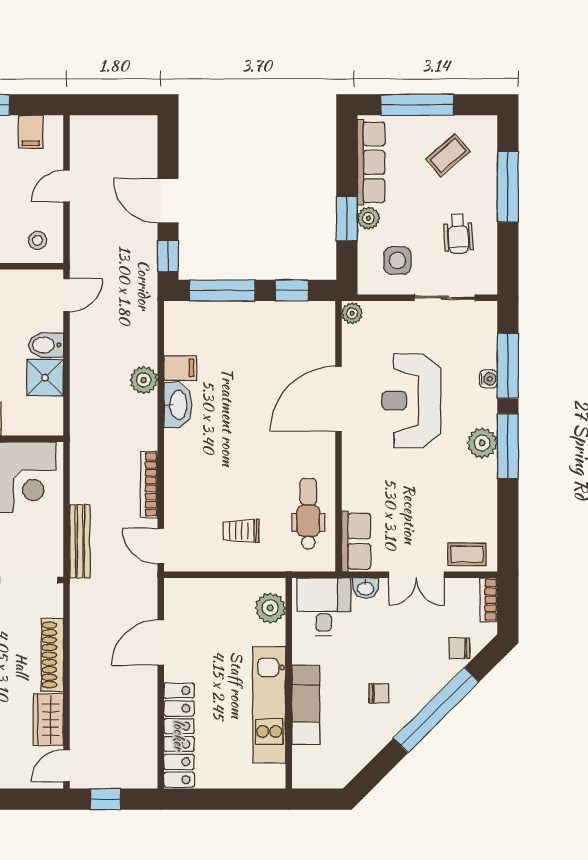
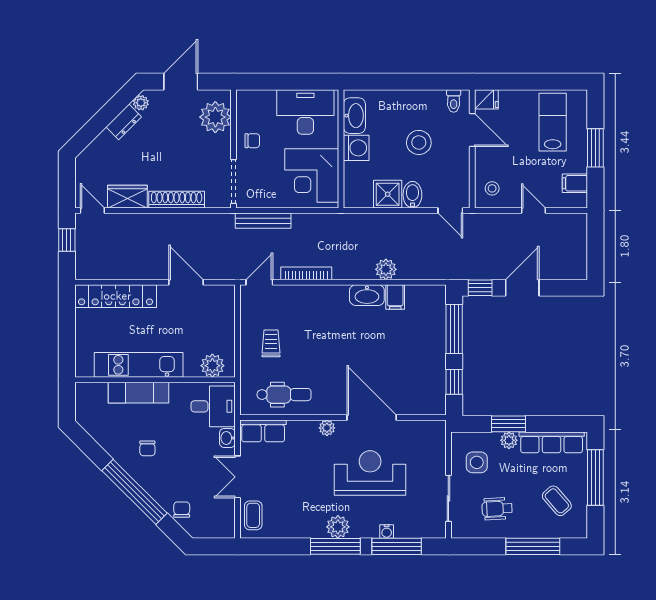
plant: (352, 313) -> (327, 428), moved
bookcase: (489, 600) -> (219, 532), removed

